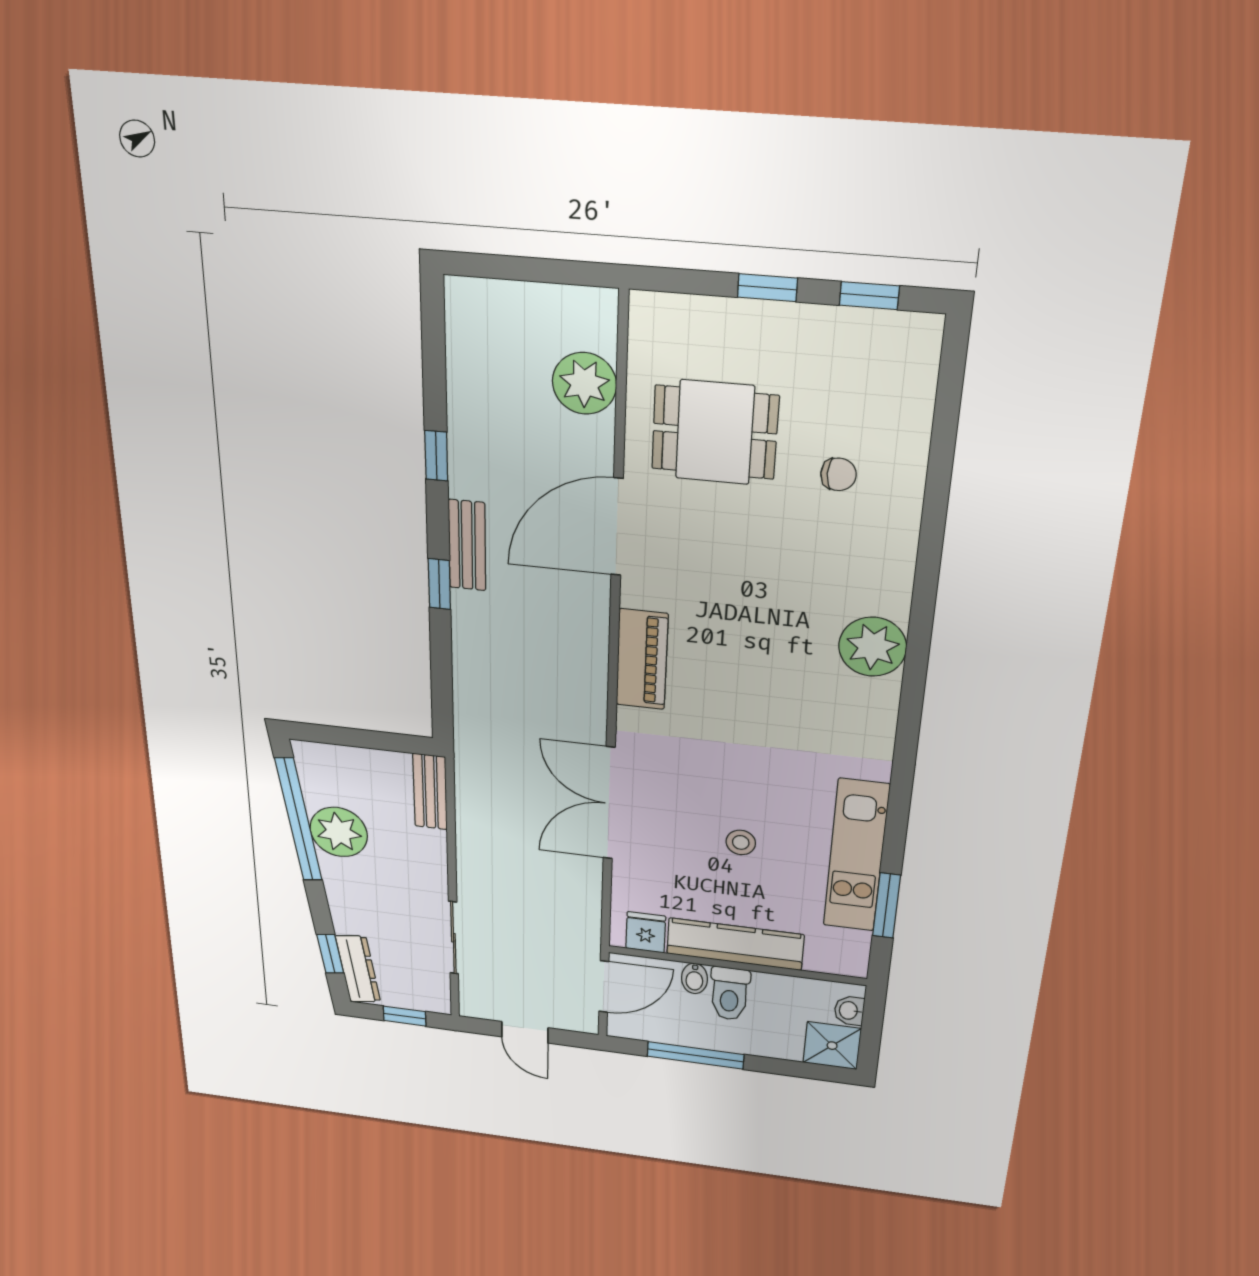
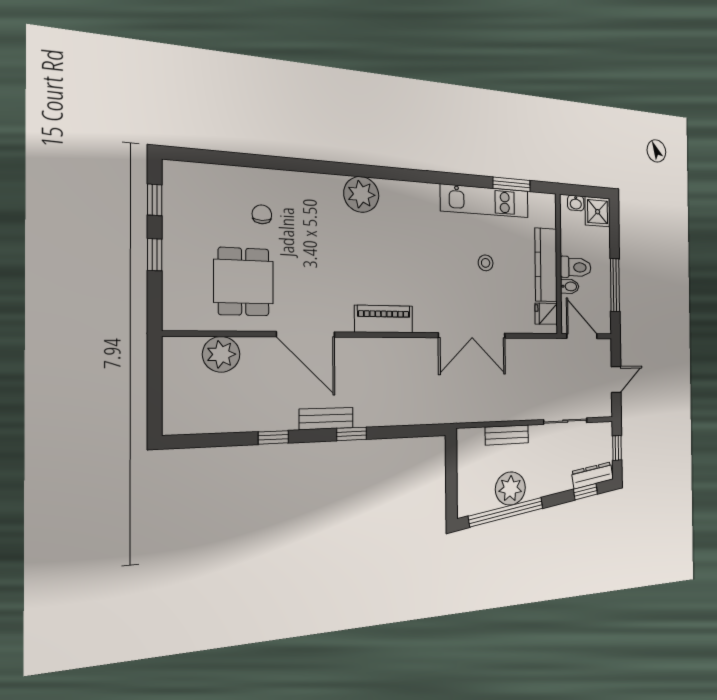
bench: (430, 792) -> (507, 435), moved

